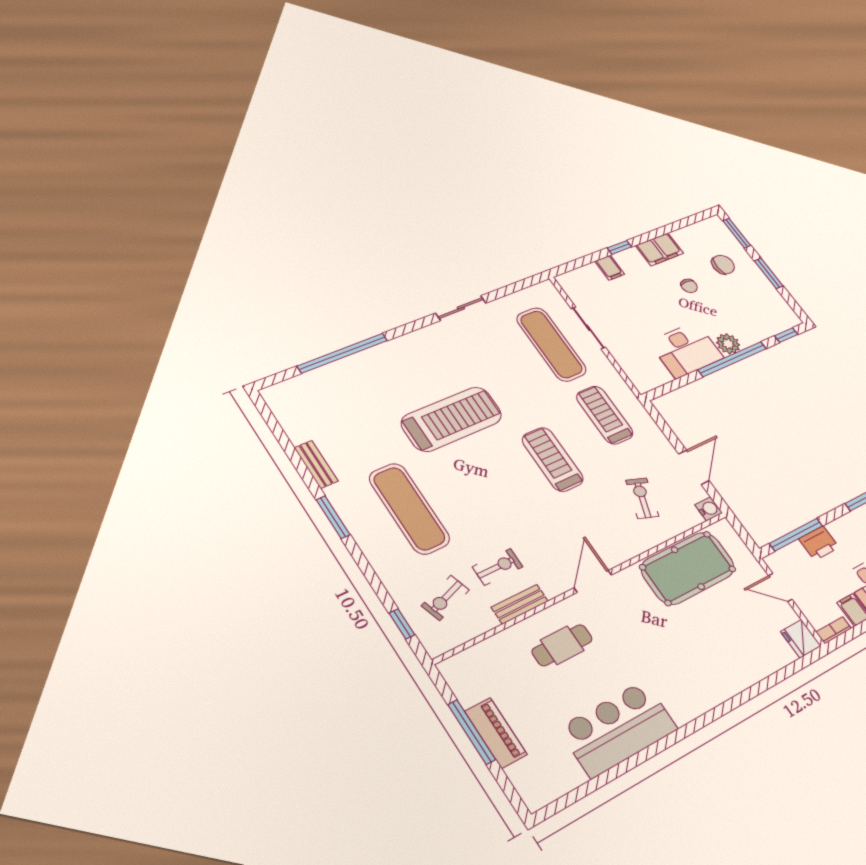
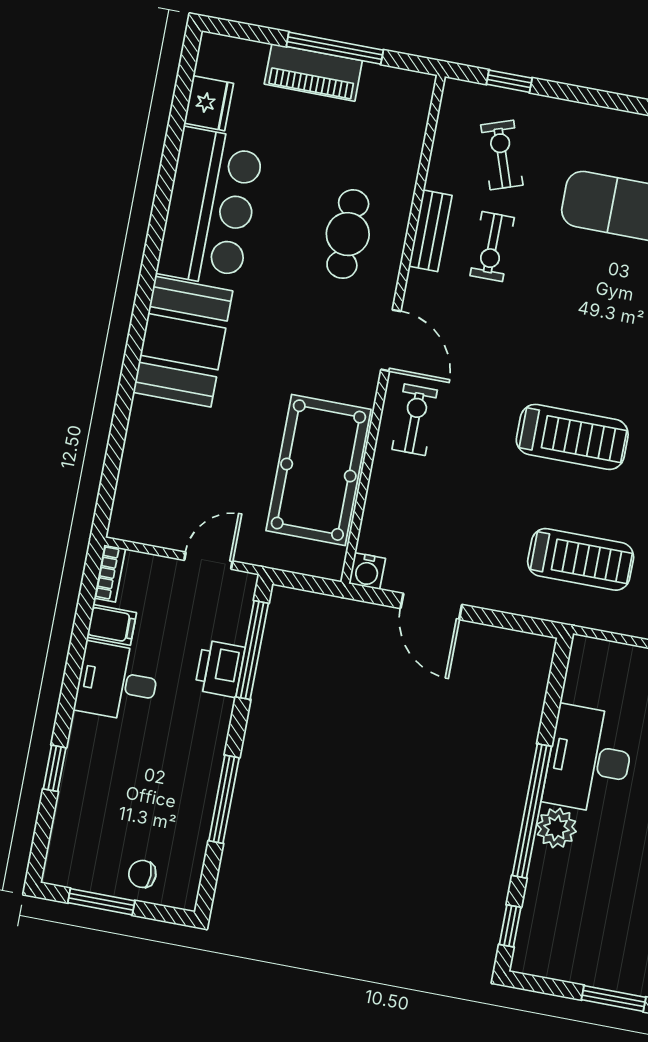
exercise bike: (642, 498) -> (415, 420), moved, turned -109
fridge: (801, 639) -> (209, 103), moved, turned 90
booth: (696, 686) -> (183, 342), added

